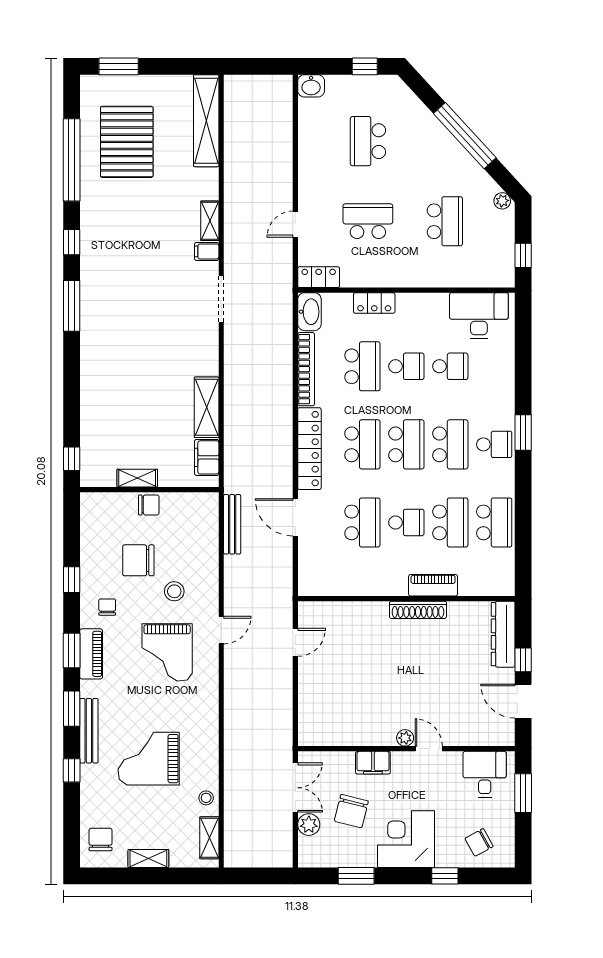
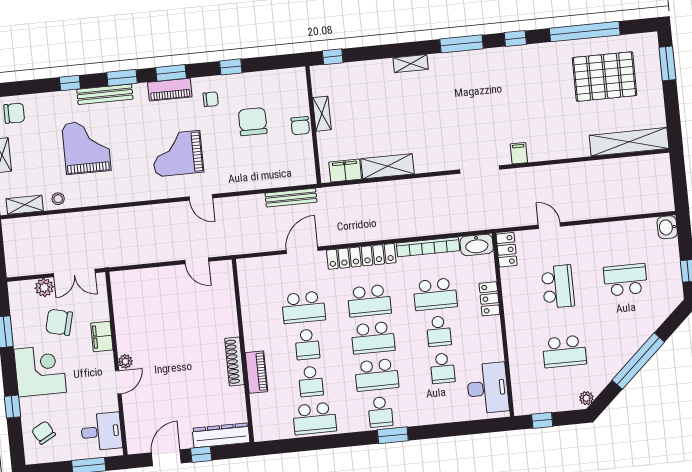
shelving: (210, 221) -> (411, 64), moved
school desk: (450, 522) -> (311, 381), width x0.54
stool: (174, 591) -> (230, 154), removed

